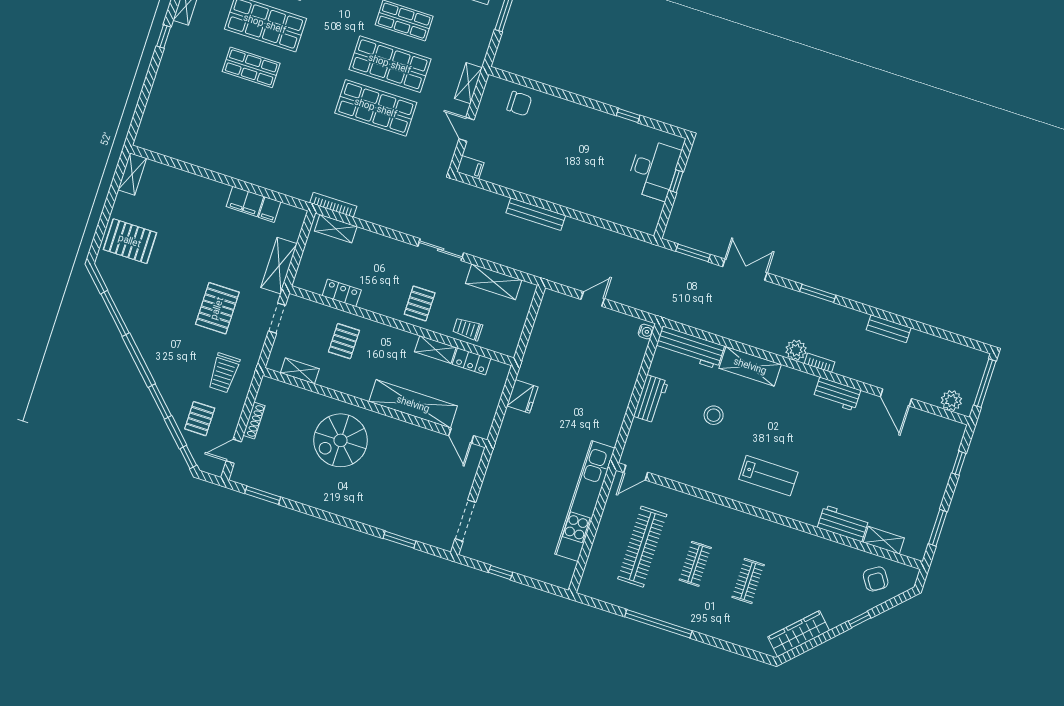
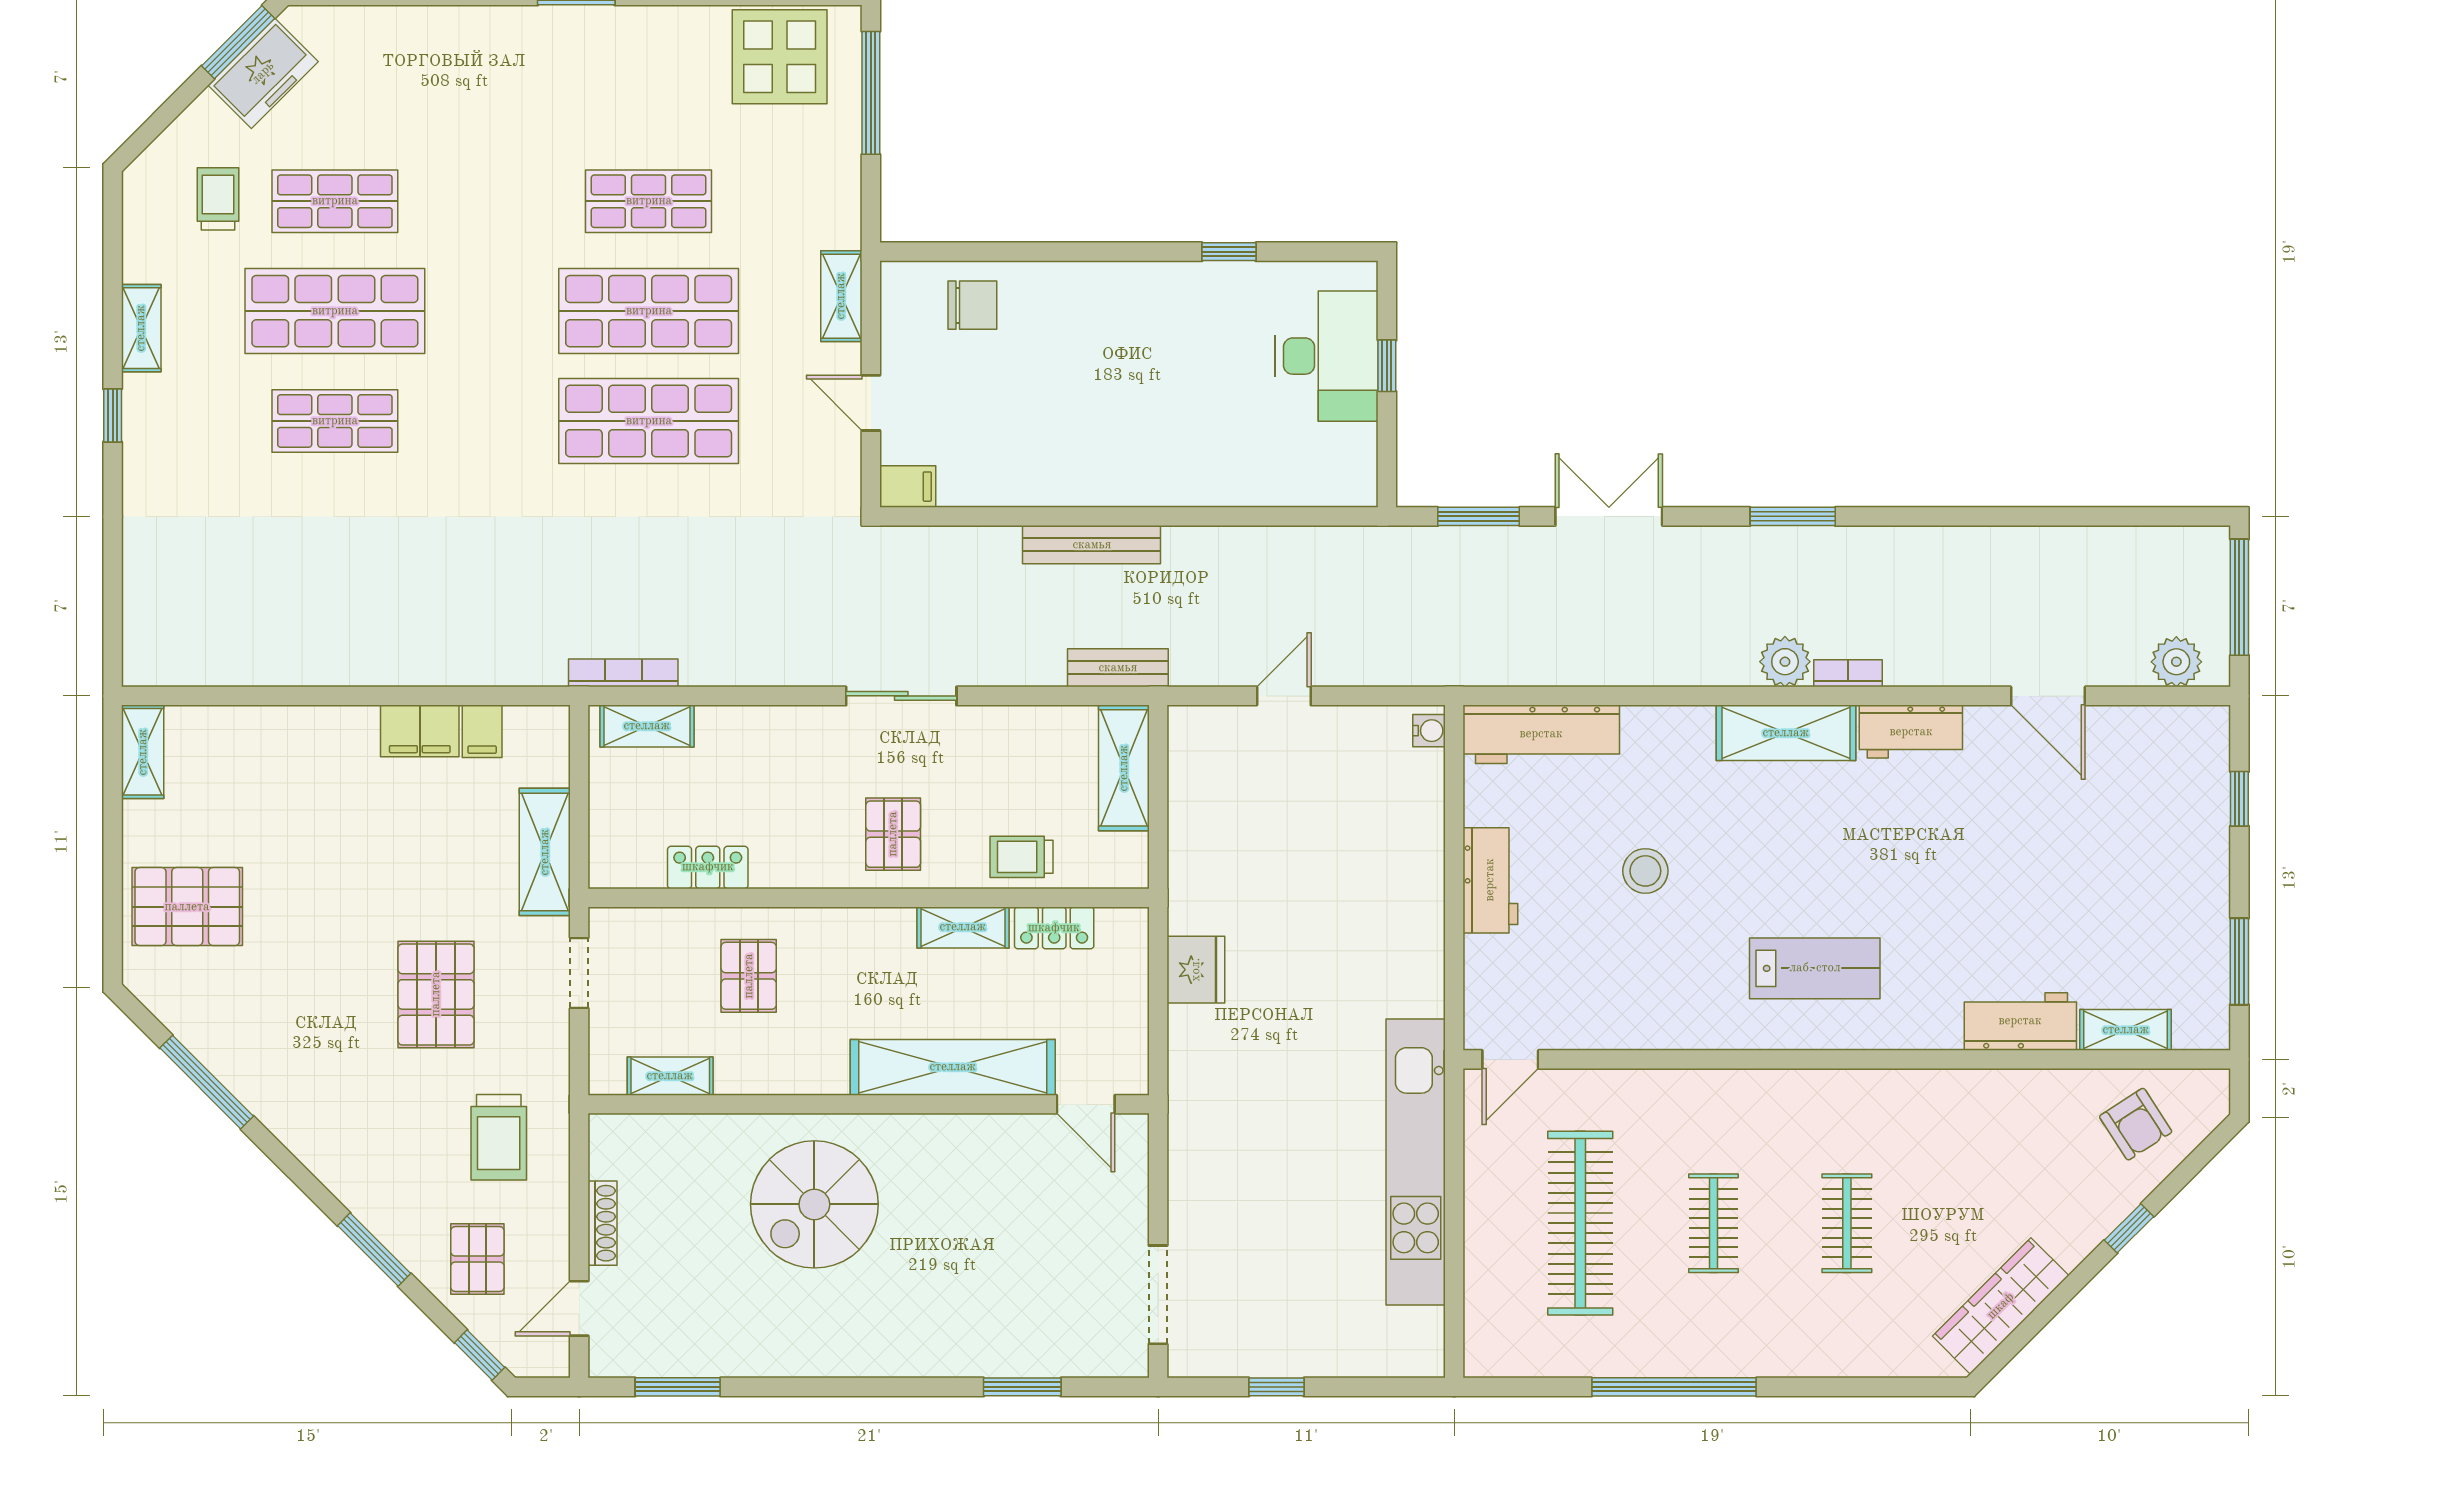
shelving: (494, 282) -> (1124, 768), moved, turned 90
bench: (889, 329) -> (1118, 668), moved
shelving: (750, 366) -> (1786, 733), moved

